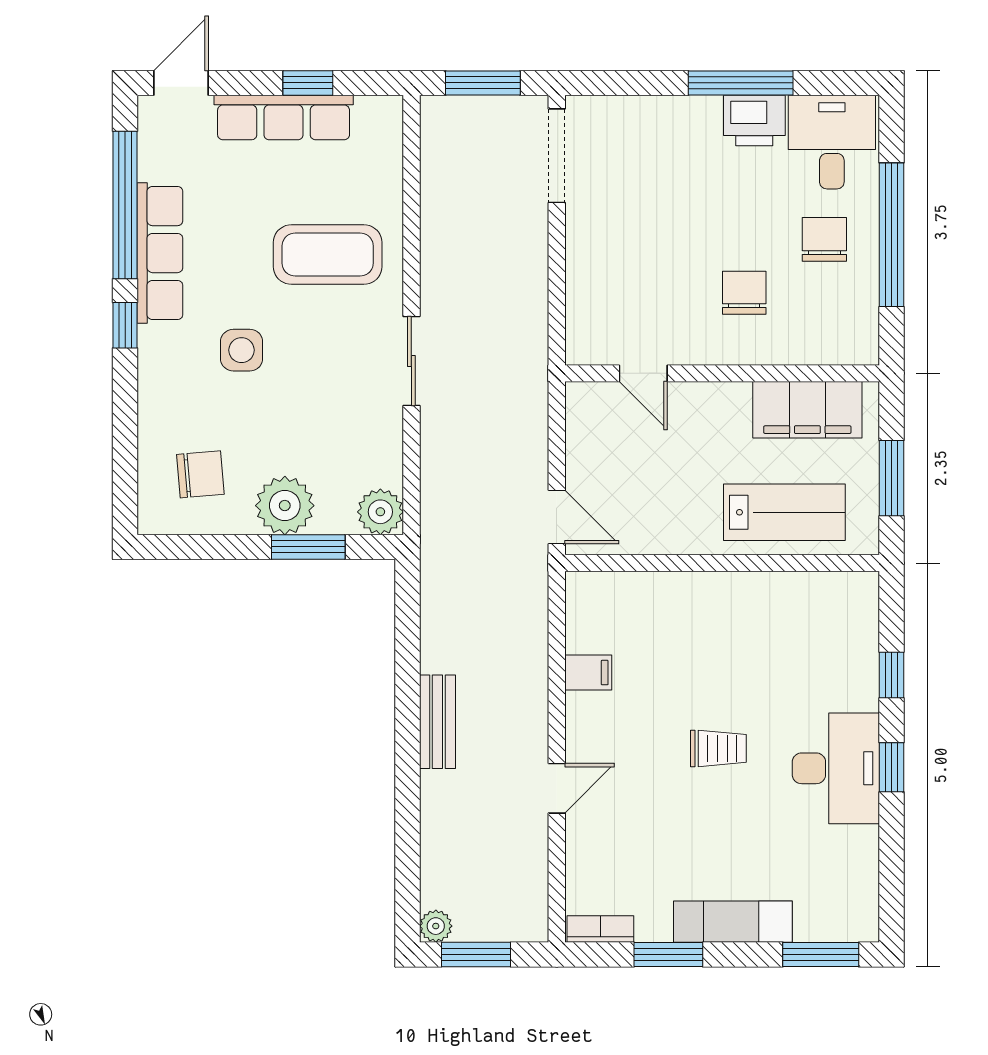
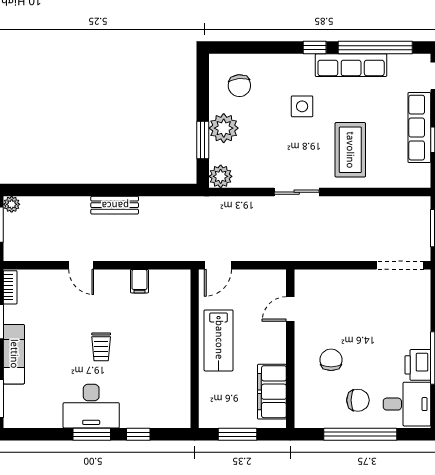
chair: (744, 293) -> (331, 360), turned -90
lab bench: (784, 512) -> (219, 340), moved
window: (892, 767) -> (92, 434), width x1.50

